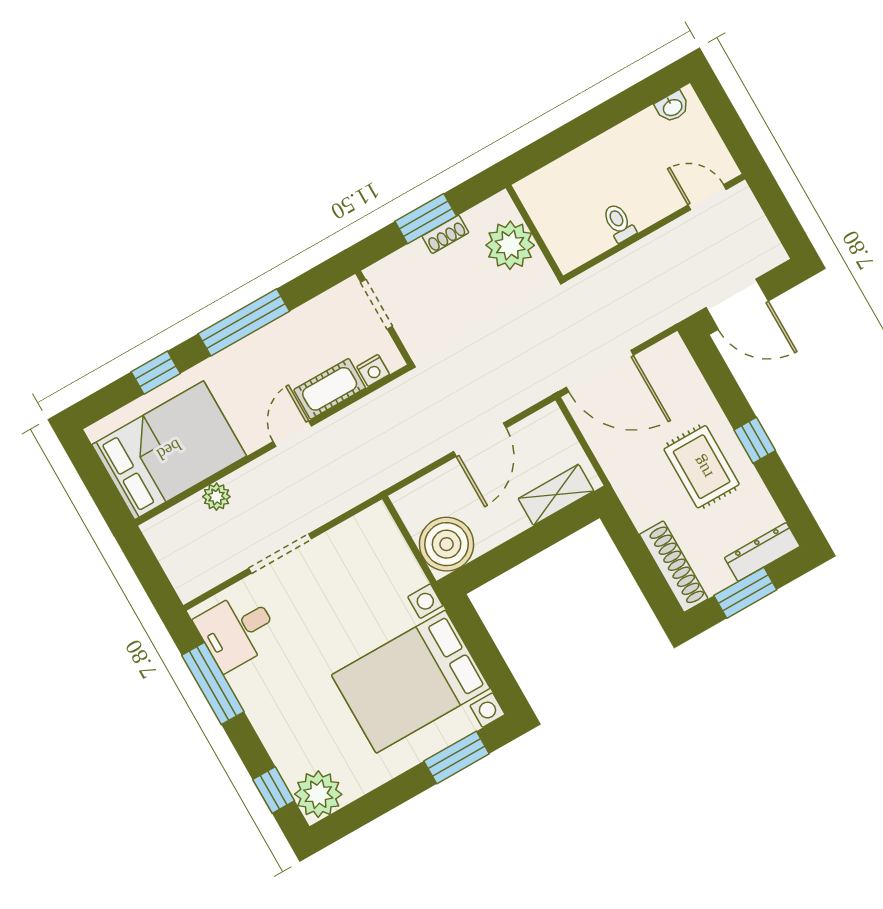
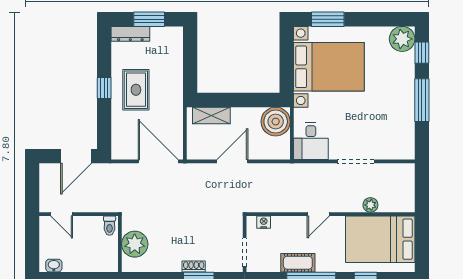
wall: (534, 232) -> (120, 244), moved
plant: (510, 245) -> (135, 244), moved
door: (737, 304) -> (76, 156), swing flipped
cot: (330, 389) -> (298, 263), moved
shoe rack: (674, 567) -> (176, 51), removed
desk: (237, 630) -> (311, 141), moved, turned 90
window: (213, 683) -> (422, 100), moved

